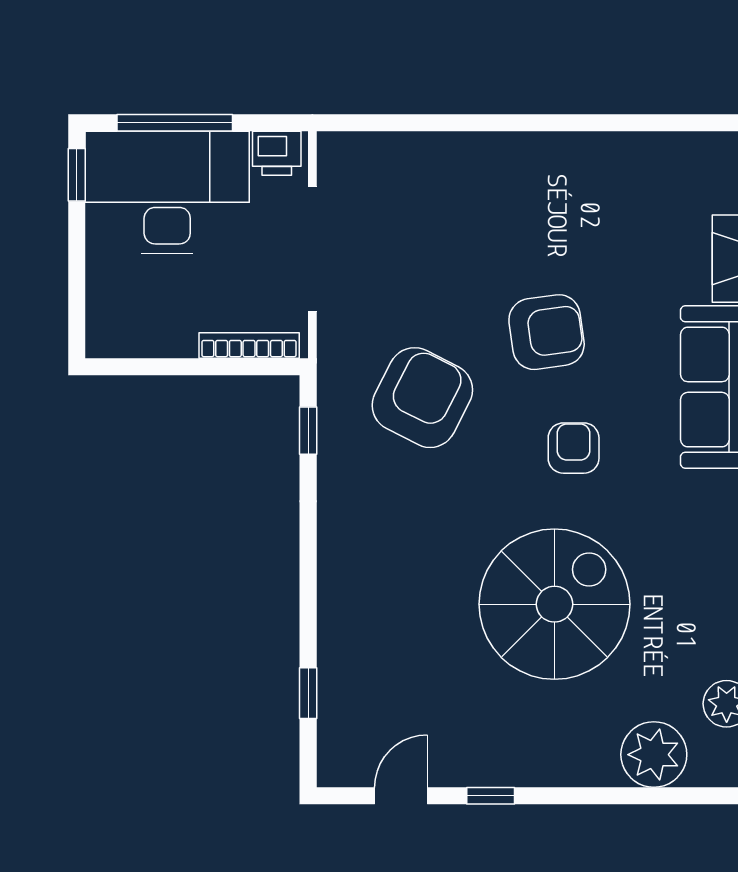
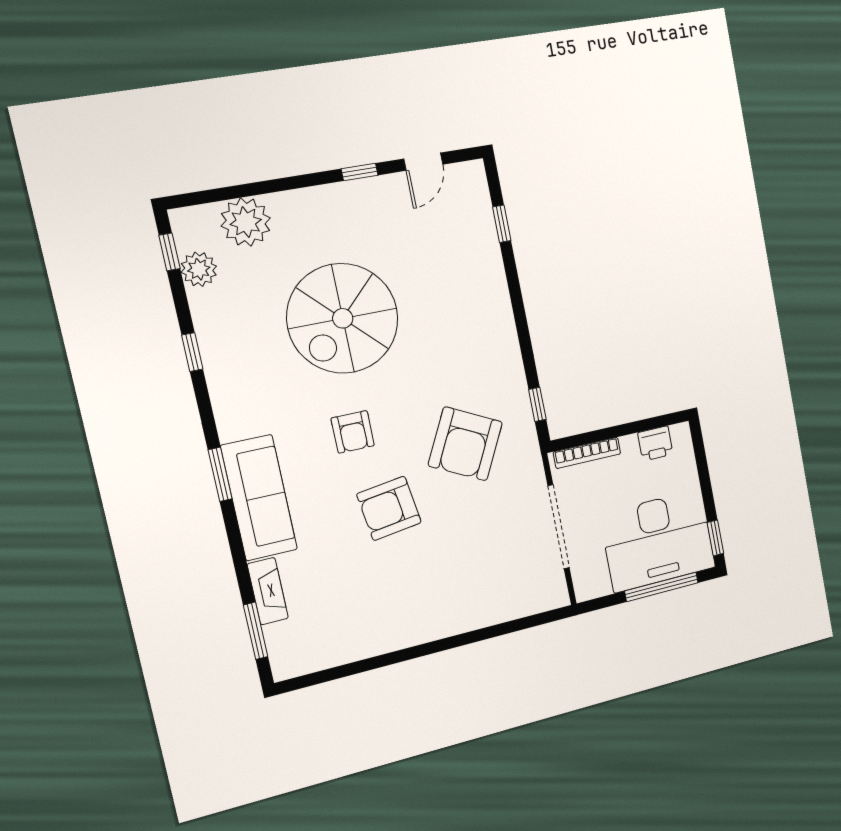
printer: (277, 153) -> (655, 443), moved, turned 180

